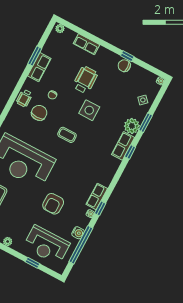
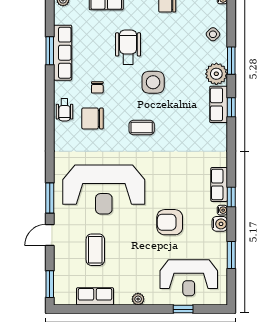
row of seats: (39, 67) -> (63, 53), width x1.48
chair: (39, 113) -> (93, 118), turned -90
armchair: (53, 204) -> (170, 222), turned 90
water cooler: (78, 233) -> (220, 224), moved
window: (81, 245) -> (231, 255), width x0.47

